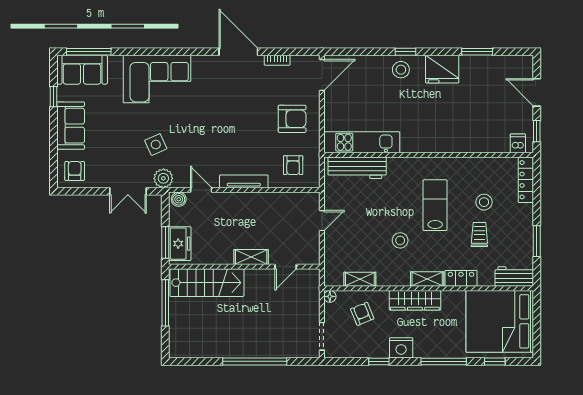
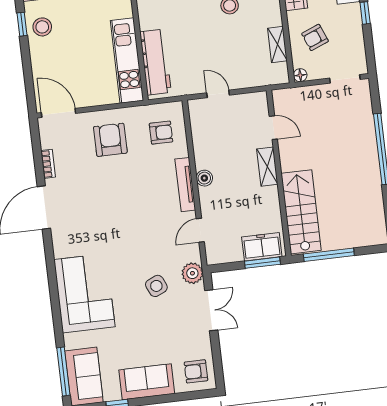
boiler: (179, 199) -> (204, 178), moved

